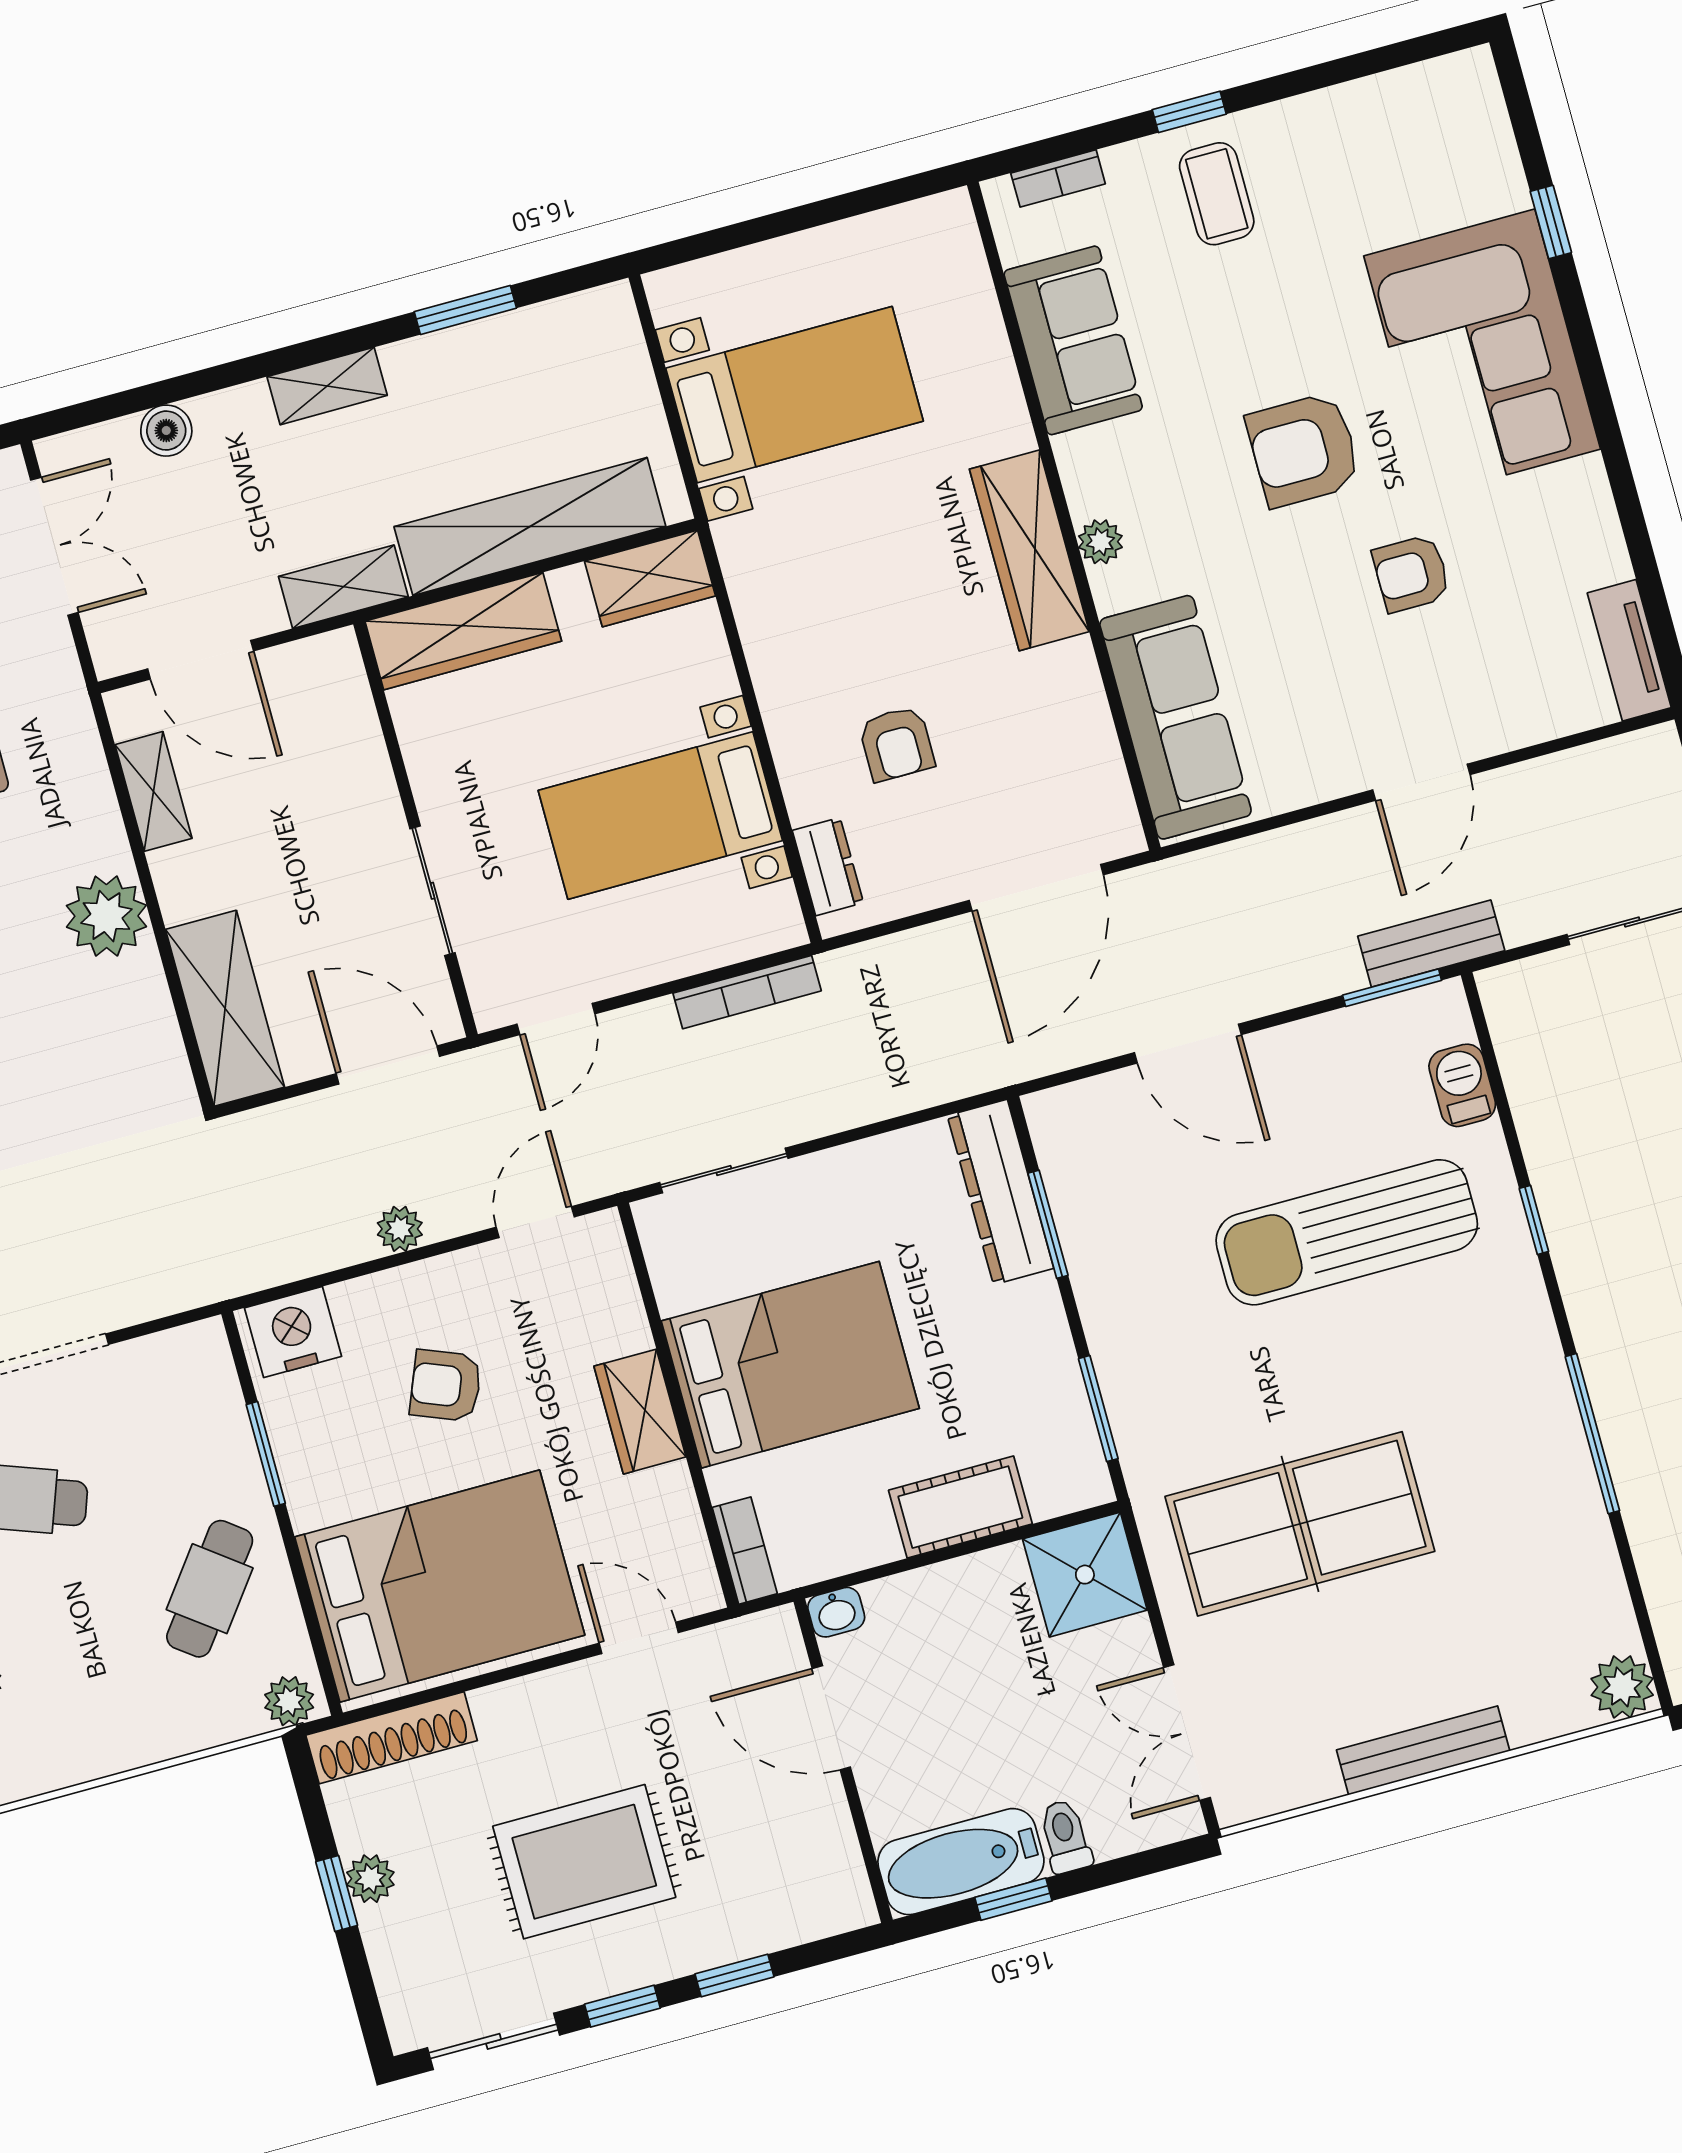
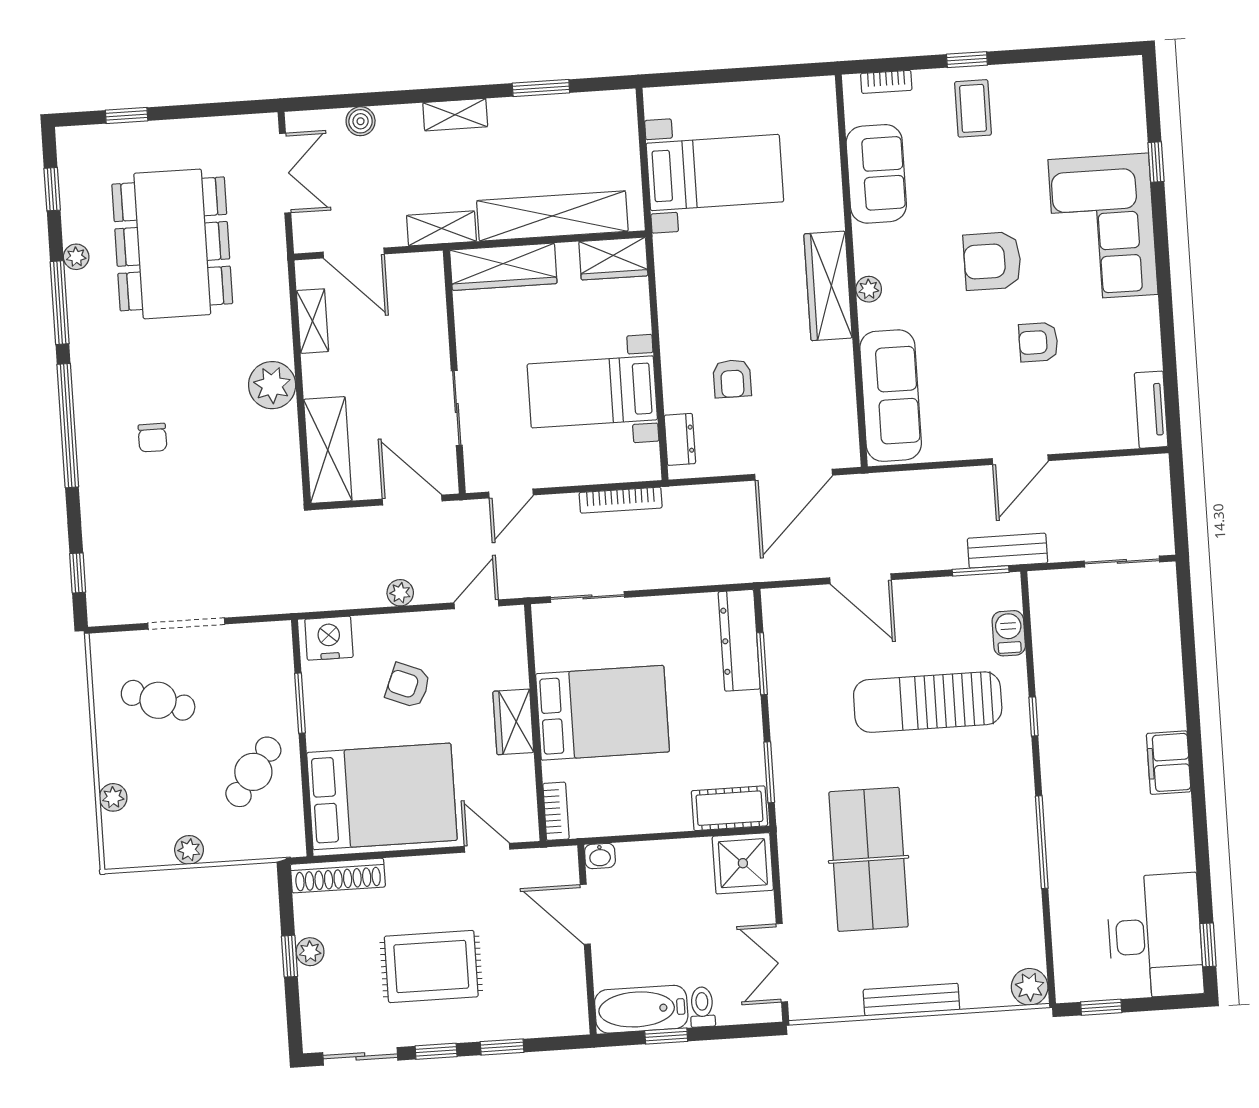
cot: (960, 1507) -> (729, 808), moved
table tennis table: (1300, 1524) -> (869, 859), turned 90
plant: (289, 1701) -> (189, 850), moved

